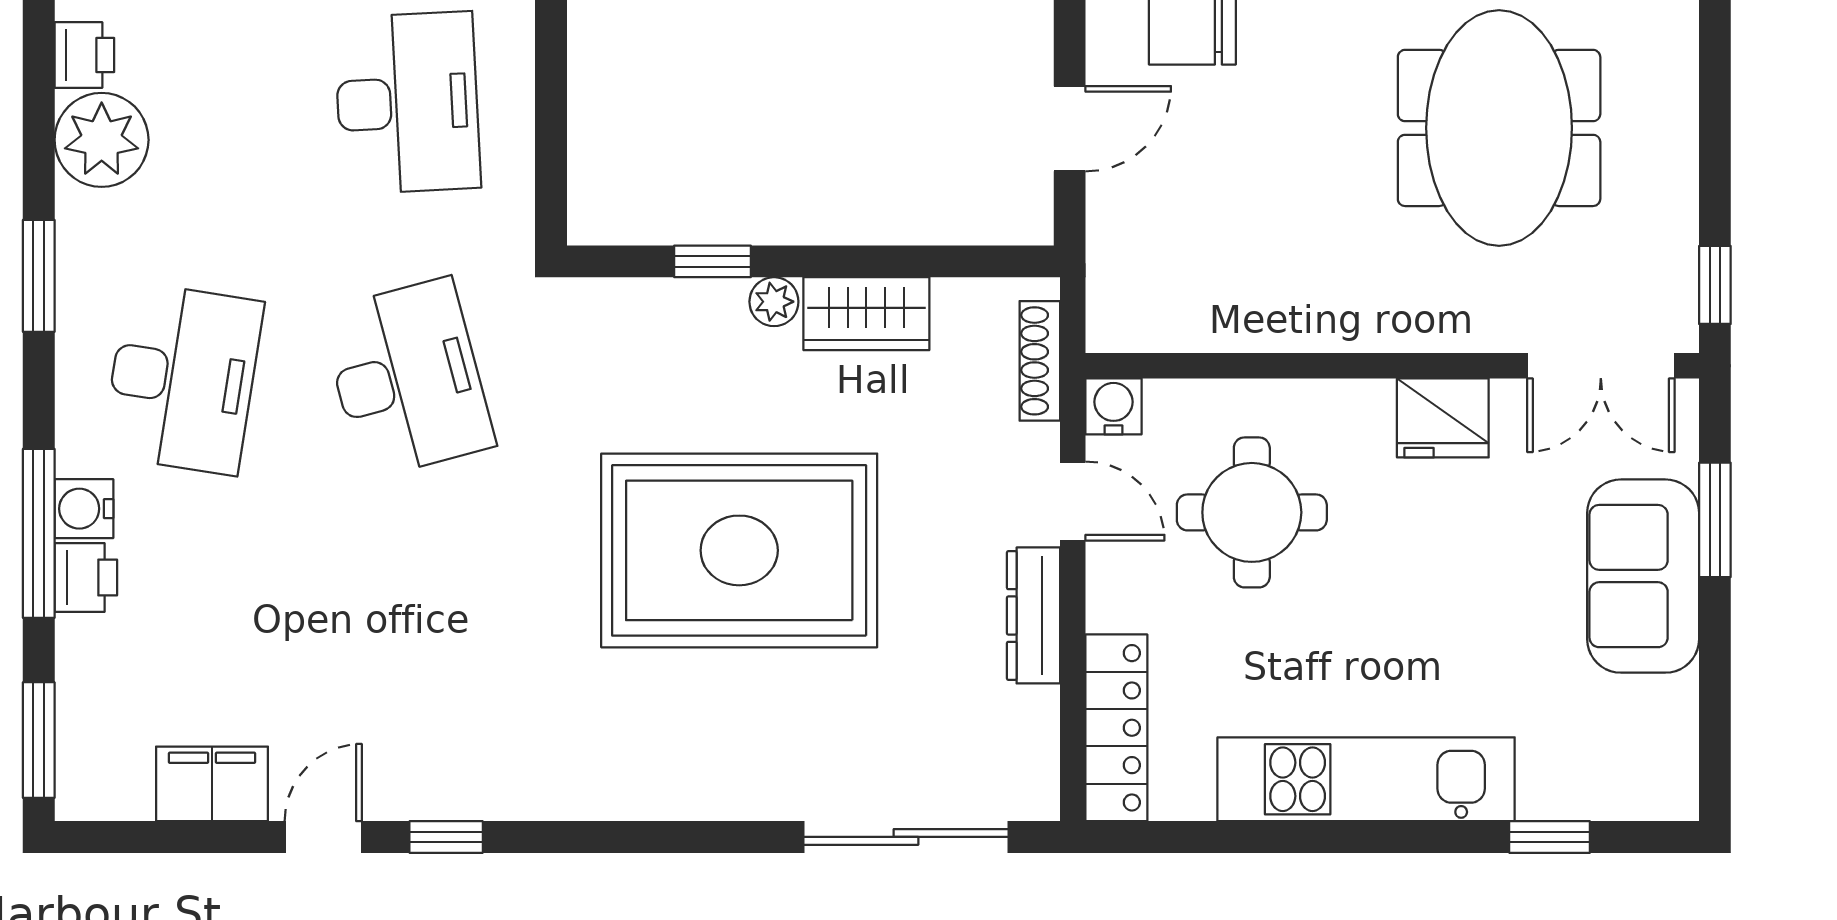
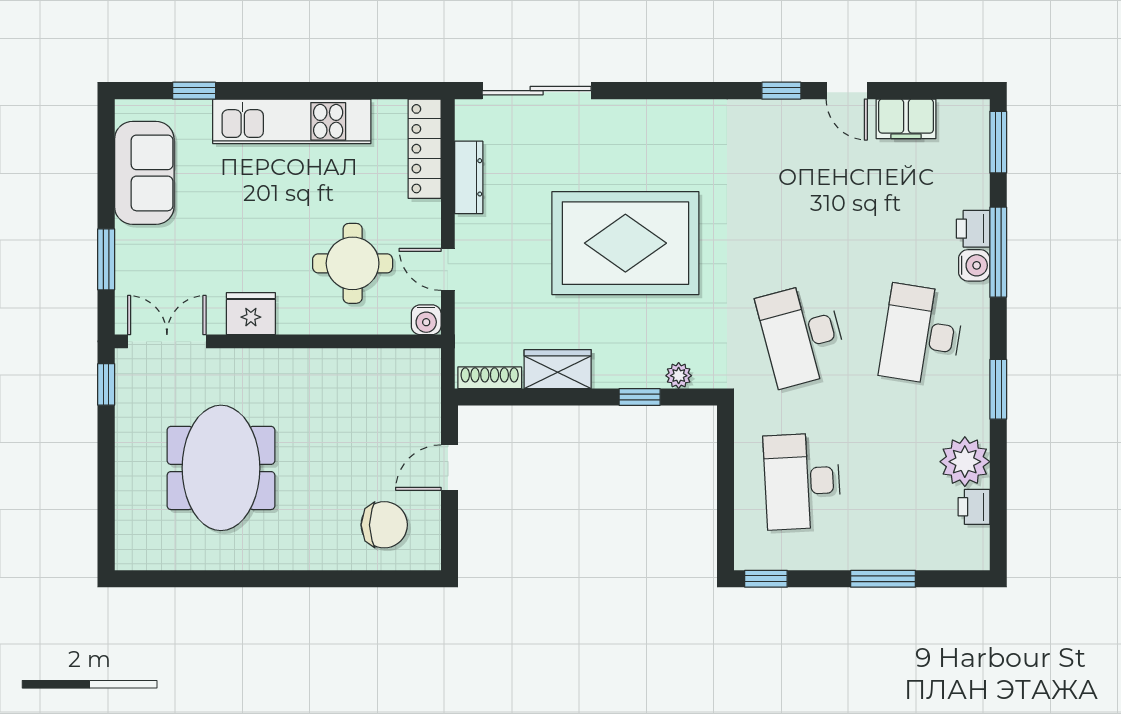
plant: (774, 302) -> (679, 376), moved
shoe rack: (1040, 361) -> (490, 378), moved, turned -90
sofa: (1643, 576) -> (144, 173), moved
dresser: (1034, 615) -> (469, 177), moved
door: (323, 837) -> (847, 91), hinge flipped

